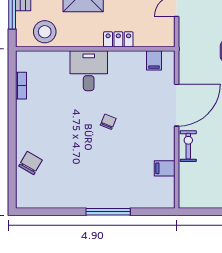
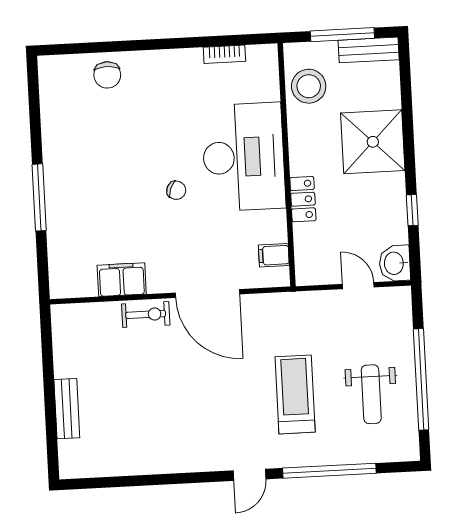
desk: (89, 71) -> (244, 157), width x1.87, depth x1.30
chair: (30, 163) -> (107, 75), turned 60
filing cabinet: (165, 168) -> (122, 280), width x2.00

